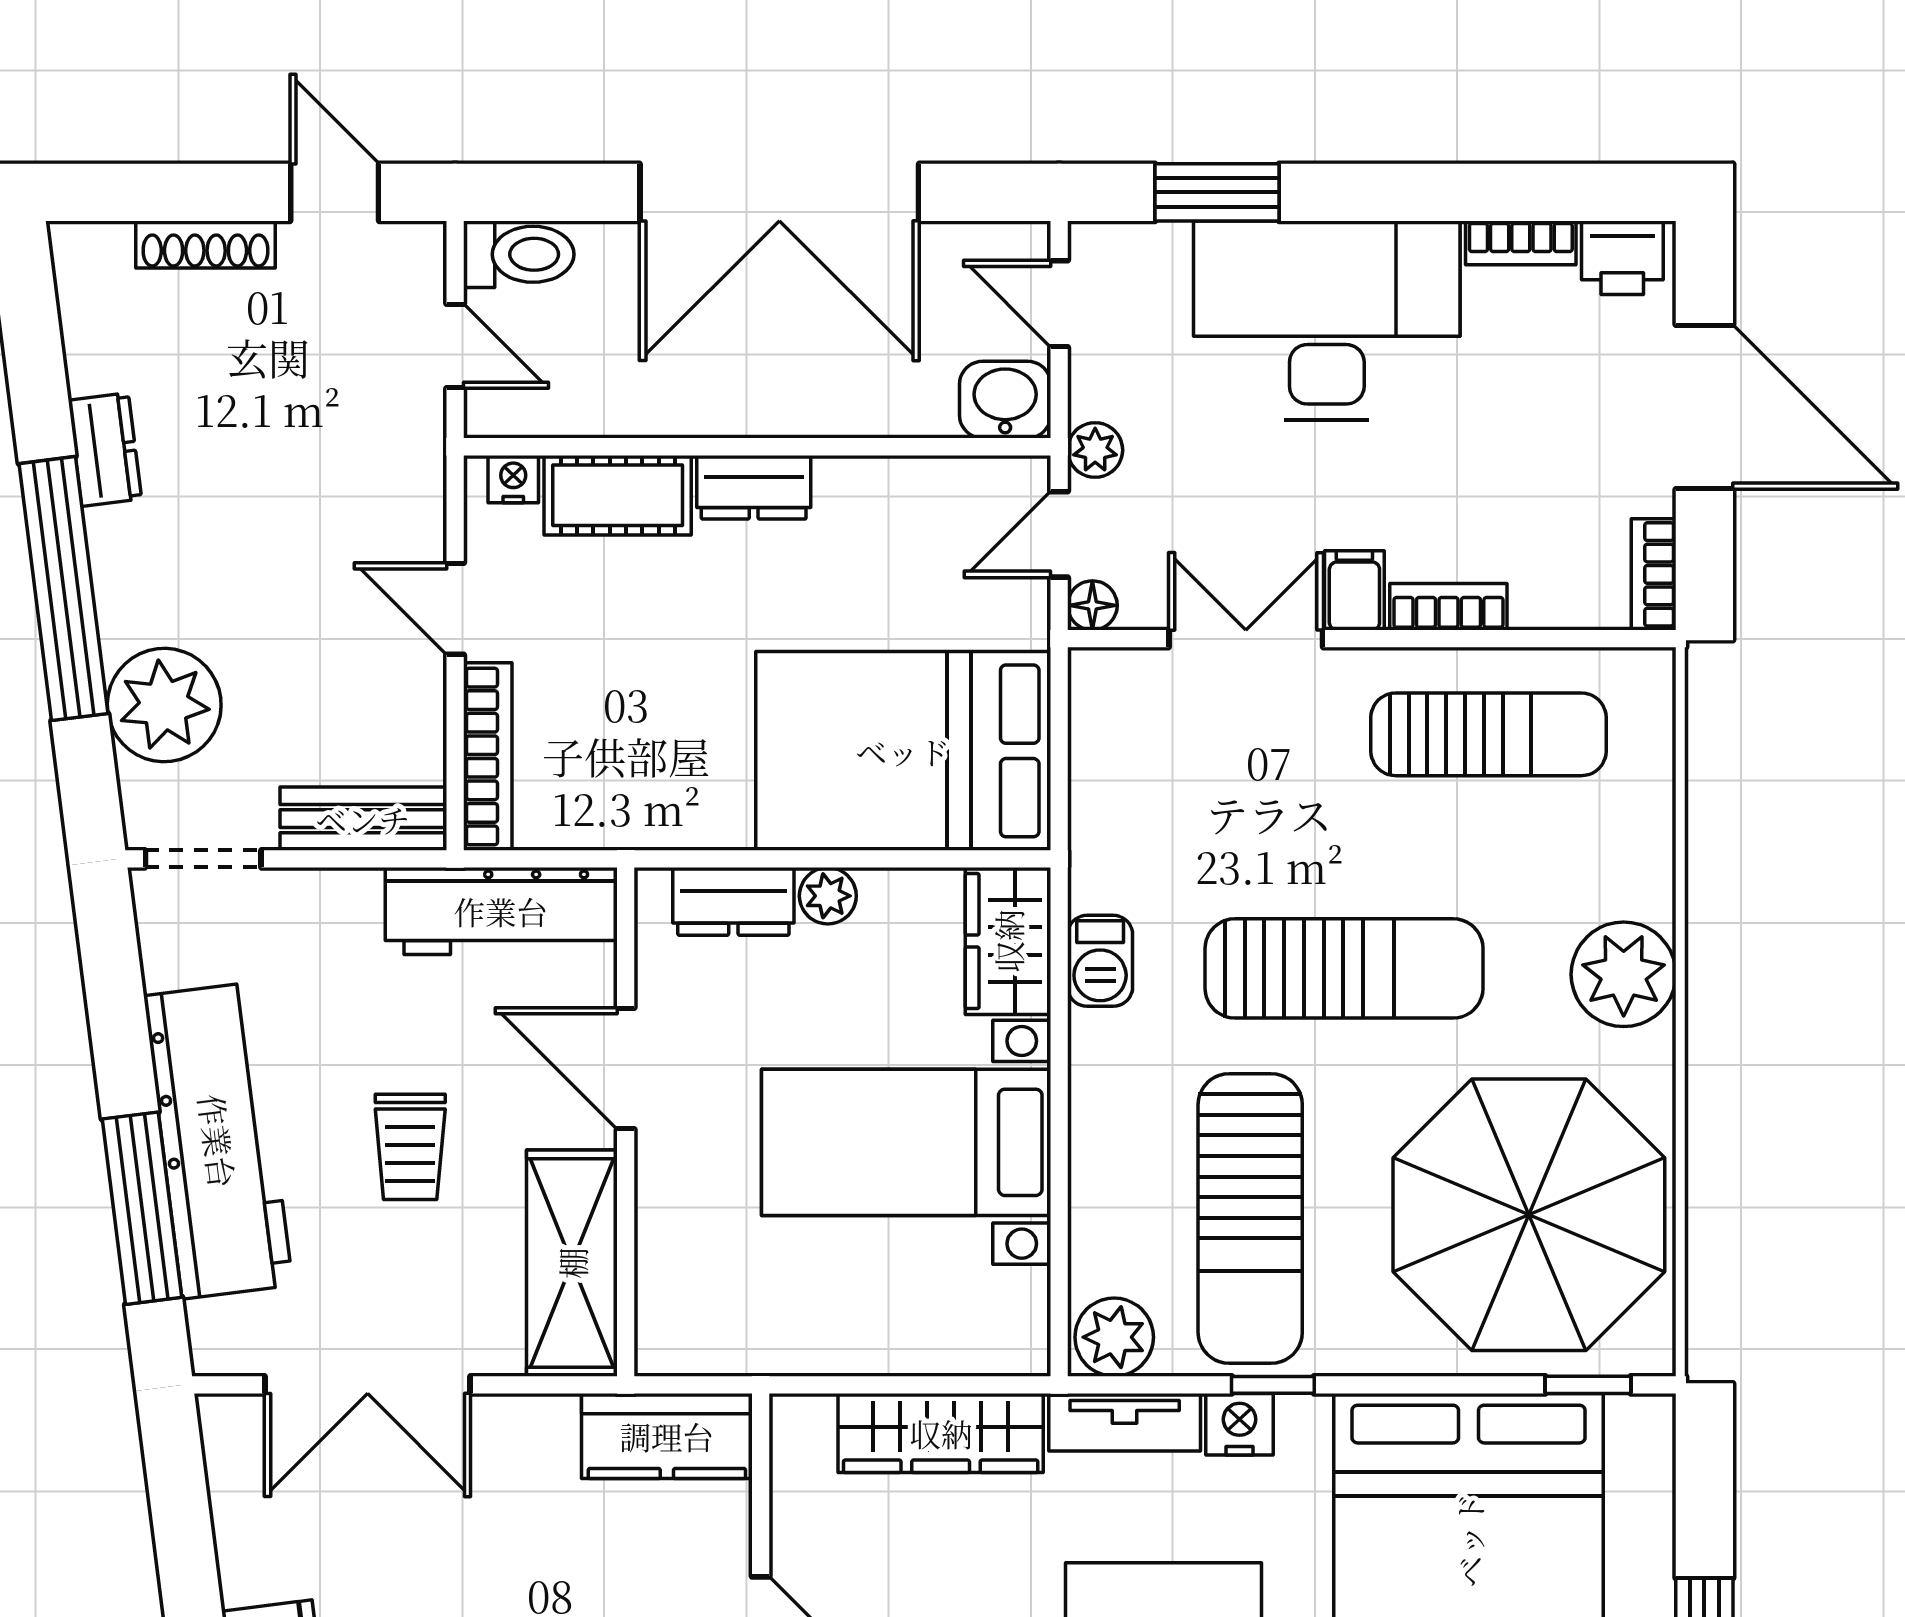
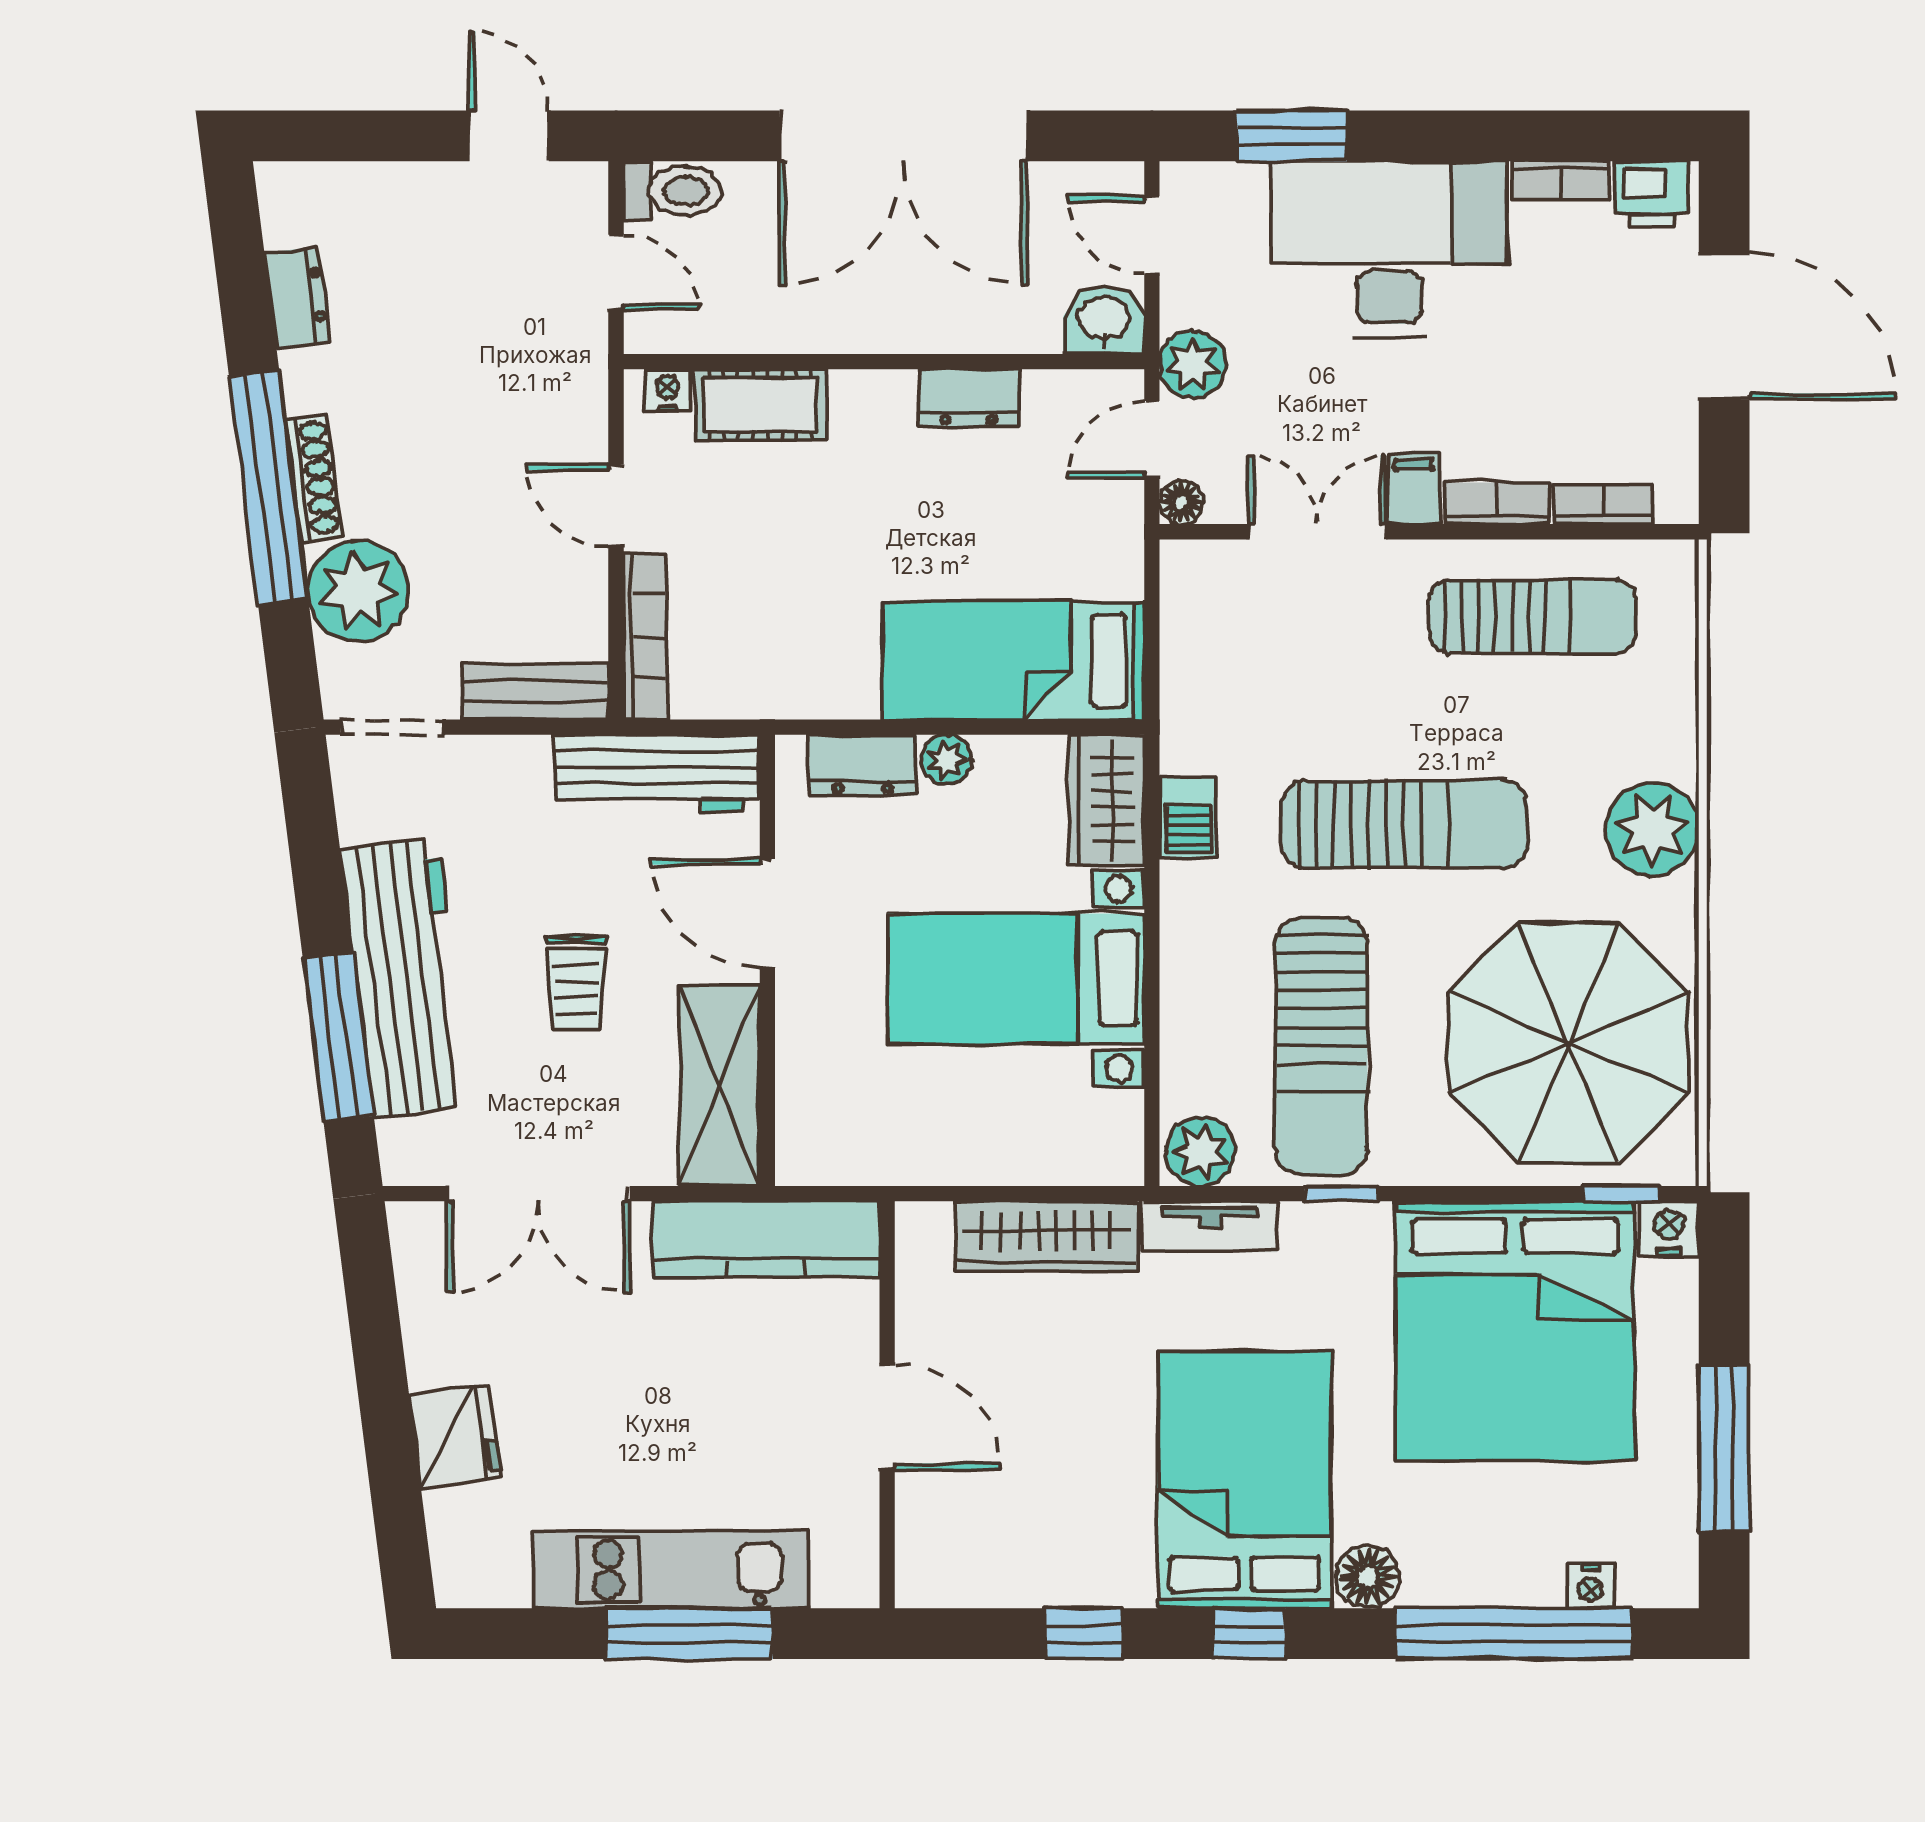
shoe rack: (205, 244) -> (314, 478), moved, turned -97
dresser: (105, 450) -> (297, 297), moved
plant: (1095, 450) -> (1193, 364), width x1.38, depth x1.38
dresser: (754, 487) -> (969, 398), moved
bookcase: (1654, 574) -> (1604, 504), moved, turned 90
bed: (903, 751) -> (1014, 661), width x0.67
nightstand: (1240, 1424) -> (1669, 1229), moved
kitchen counter: (667, 1436) -> (766, 1239), width x1.50

